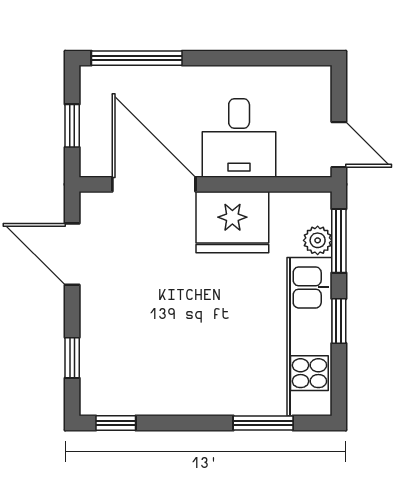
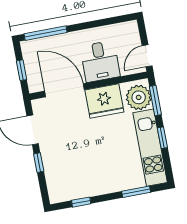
door: (339, 145) -> (147, 56), swing flipped
plant: (318, 240) -> (139, 97), width x1.87, depth x1.87
window: (72, 358) -> (39, 163), moved
window: (116, 423) -> (81, 202), moved

